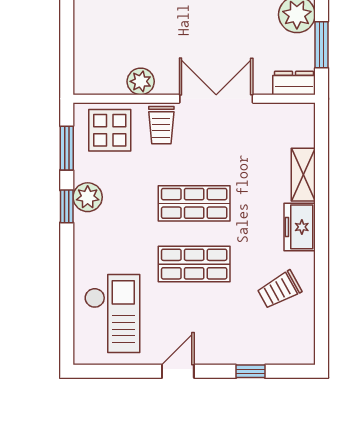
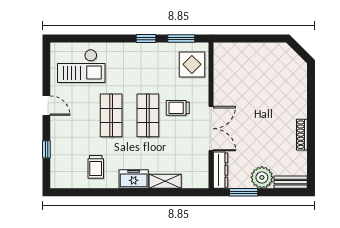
plant: (141, 81) -> (221, 83), removed
dresser: (294, 83) -> (221, 170), width x1.44
trolley: (161, 125) -> (178, 108), moved
plant: (88, 197) -> (152, 51), removed
trolley: (279, 290) -> (96, 167), turned -151

